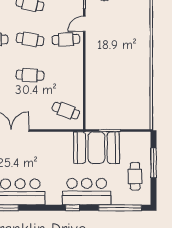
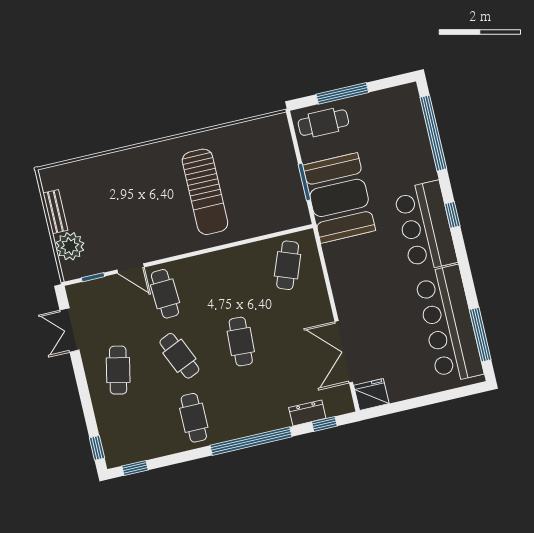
cafe table: (30, 40) -> (179, 356), turned -33
sun lounger: (117, 75) -> (205, 192), added
cafe table: (135, 176) -> (323, 123), moved
bar counter: (87, 192) -> (426, 226), moved

